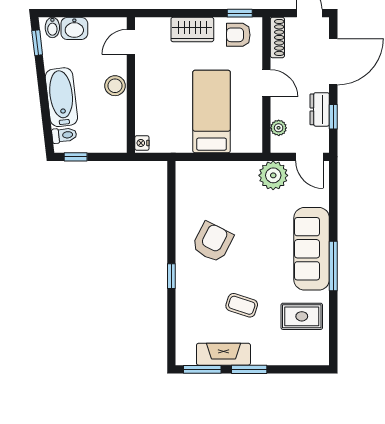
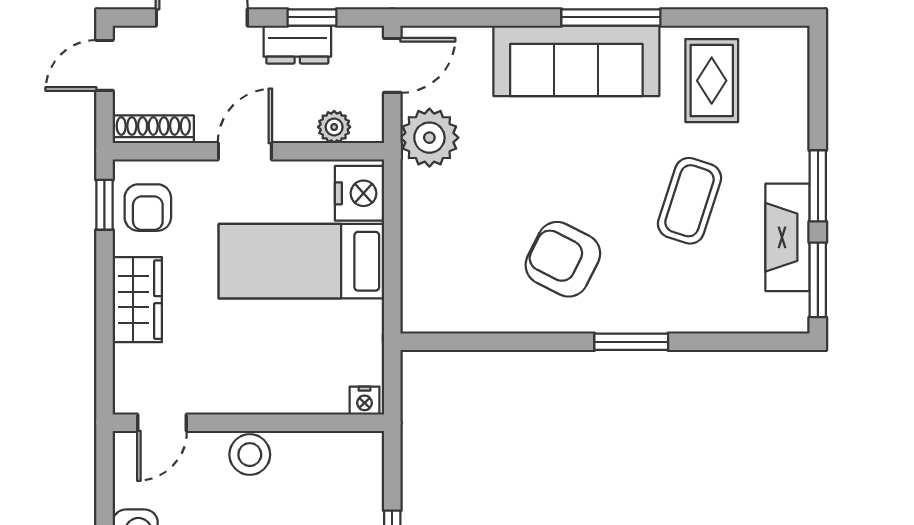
door: (131, 42) -> (162, 423), hinge flipped
nightstand: (245, 140) -> (360, 193), added
window: (171, 276) -> (631, 342), width x1.50
coffee table: (242, 305) -> (690, 201), width x1.36, depth x1.30

